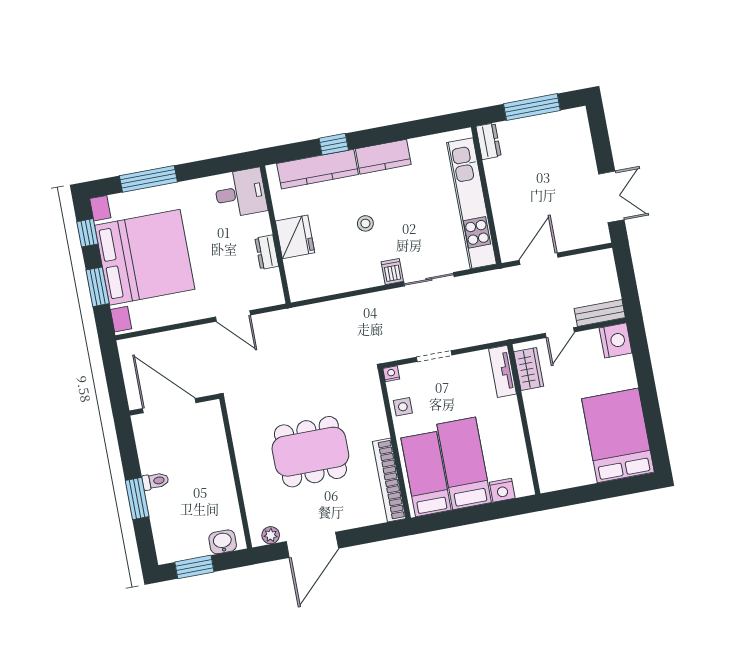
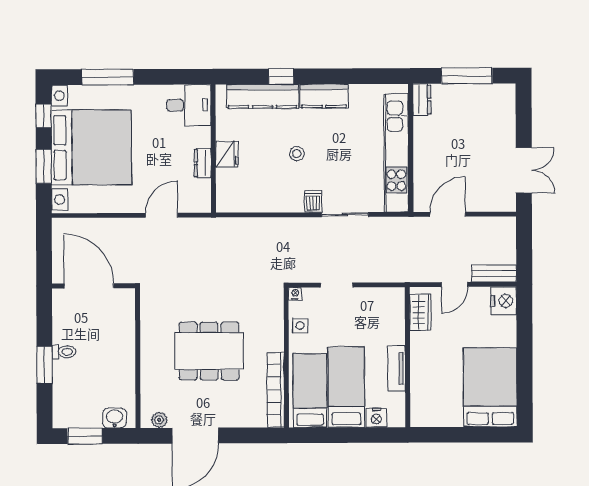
fridge: (295, 237) -> (227, 154), width x0.73, depth x0.75
door: (233, 316) -> (162, 215), swing flipped
tv unit: (503, 371) -> (397, 368), moved

